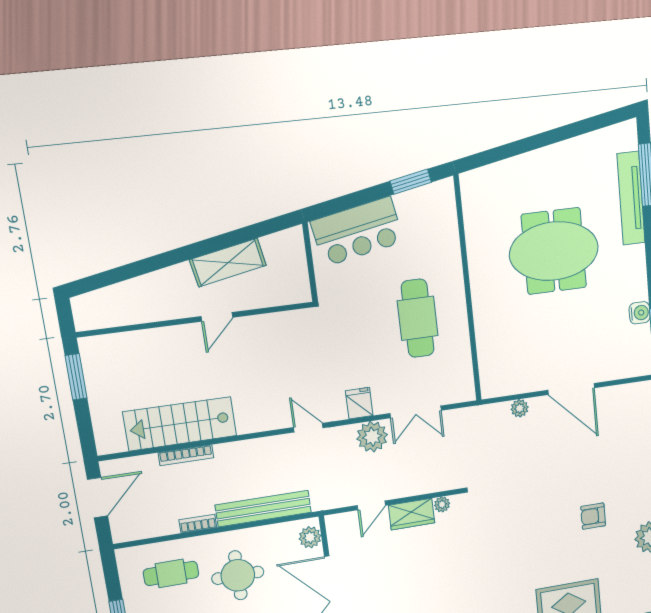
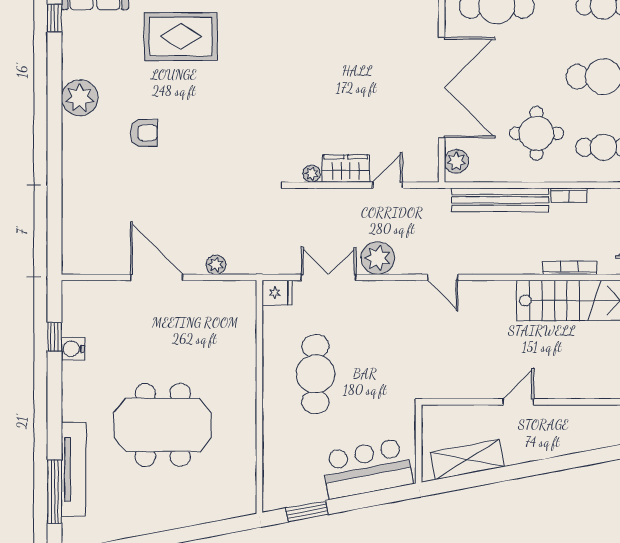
shelving: (228, 263) -> (467, 460), moved
fridge: (359, 403) -> (277, 293), moved, turned -90

